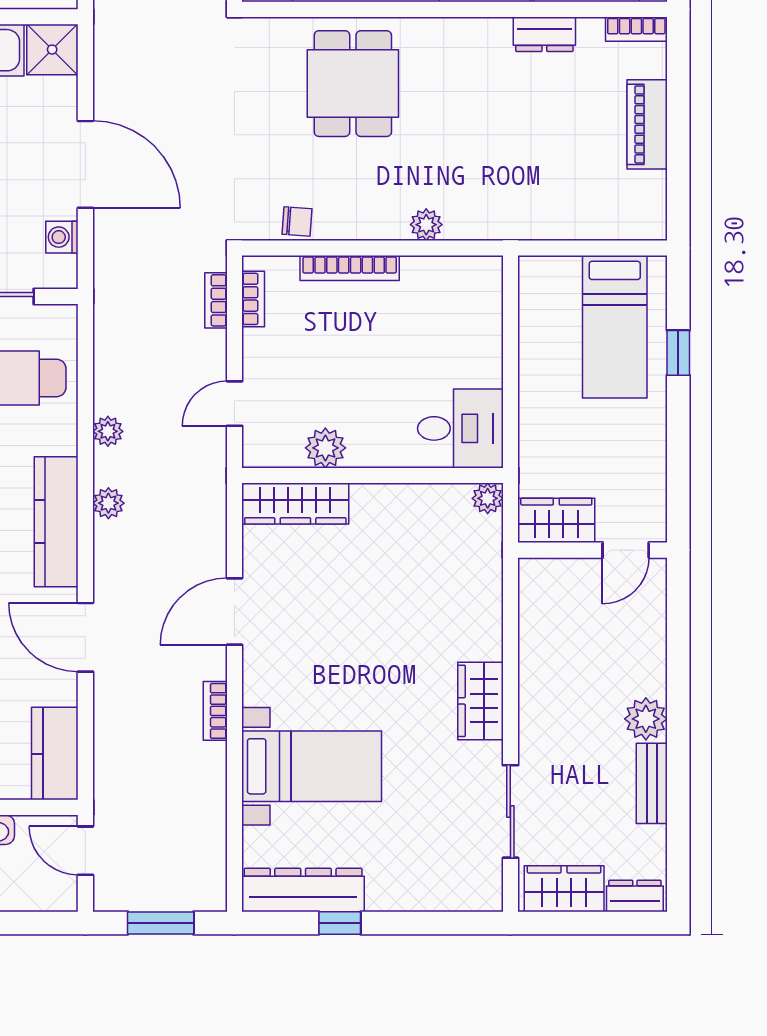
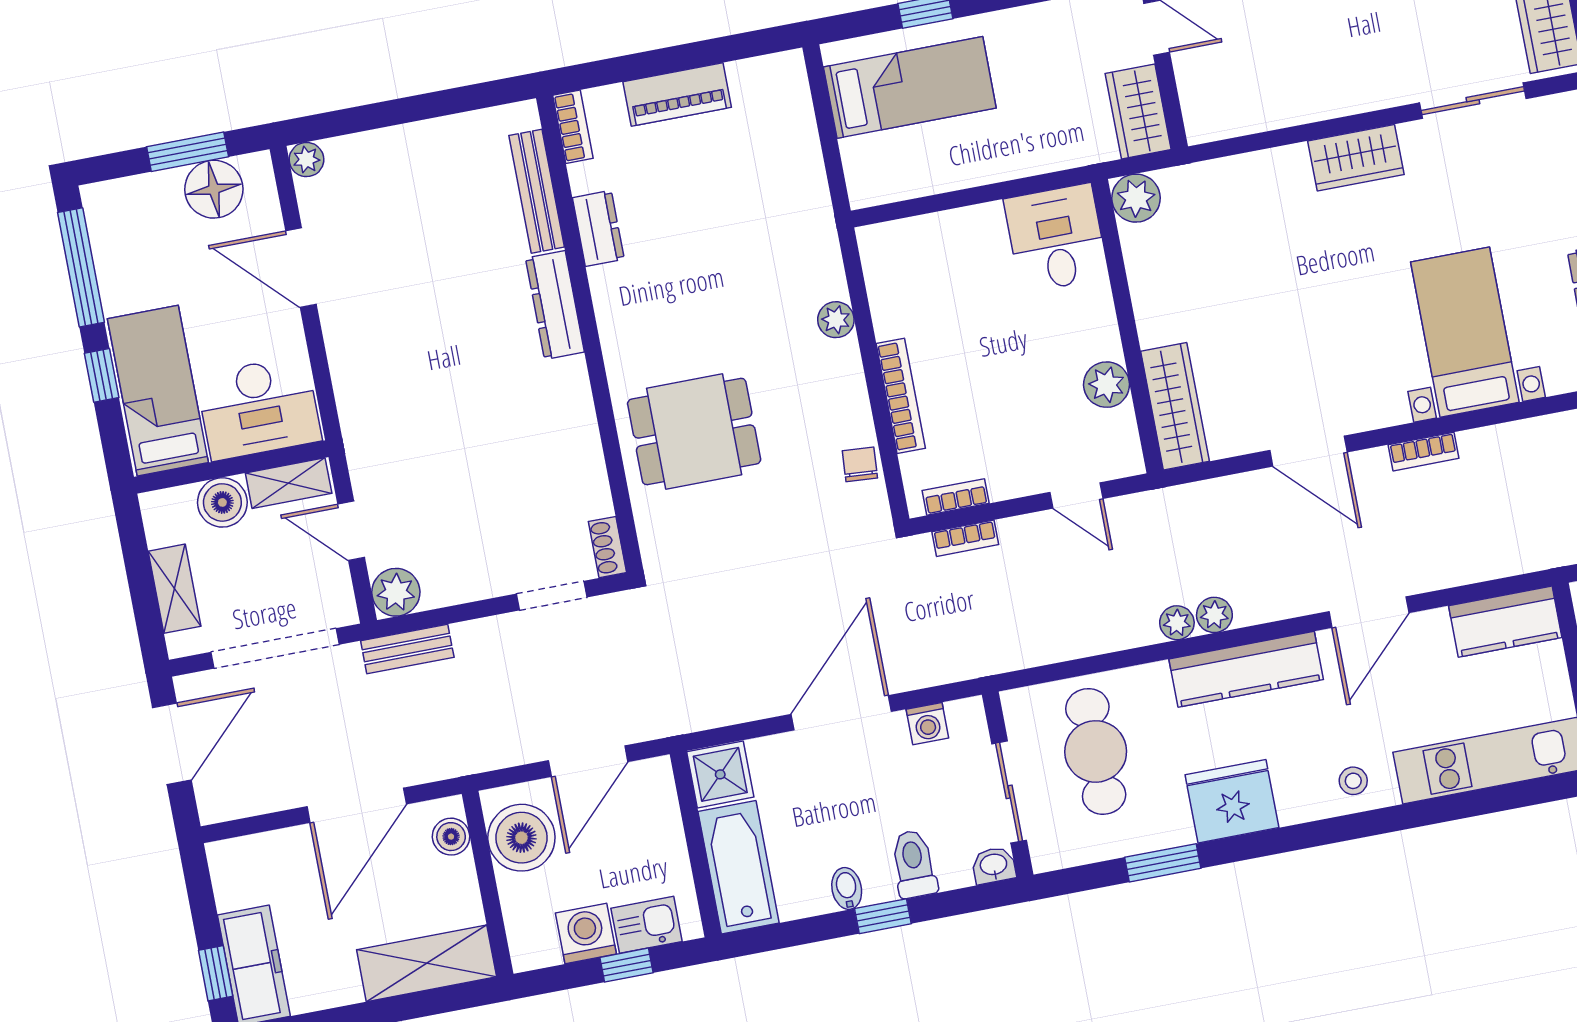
plant: (108, 431) -> (1177, 623), moved
plant: (488, 498) -> (1136, 198), width x1.38, depth x1.38

